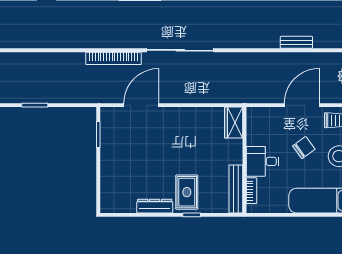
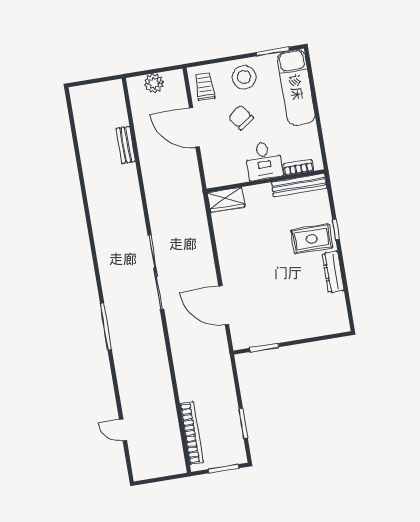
bookcase: (114, 58) -> (192, 433), moved

